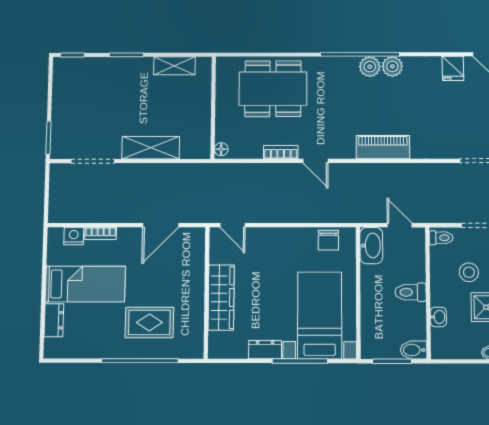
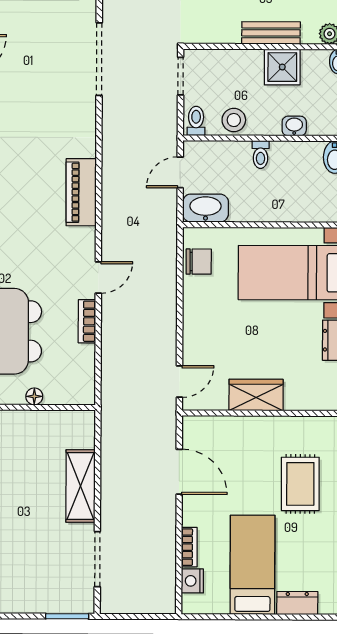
floor lamp: (221, 149) -> (34, 396), moved
stool: (469, 272) -> (234, 120), moved
toilet: (411, 292) -> (261, 155), width x0.73, depth x0.72
wardrobe: (221, 297) -> (256, 395), width x0.67

